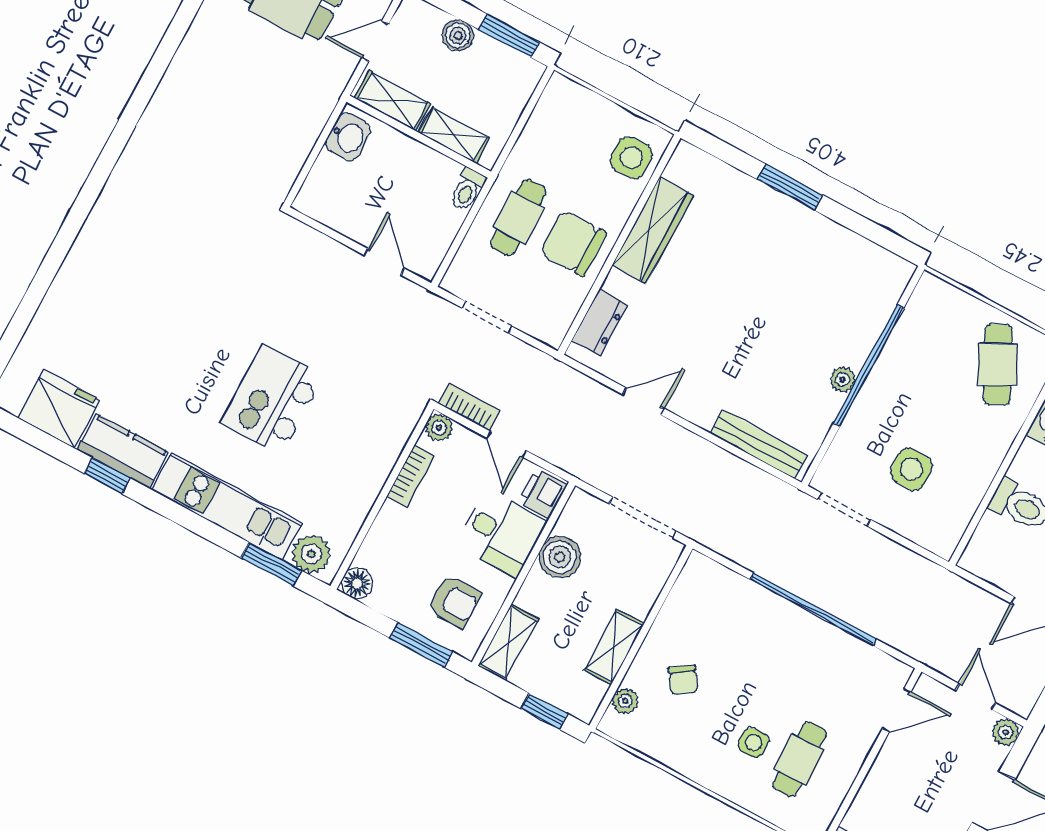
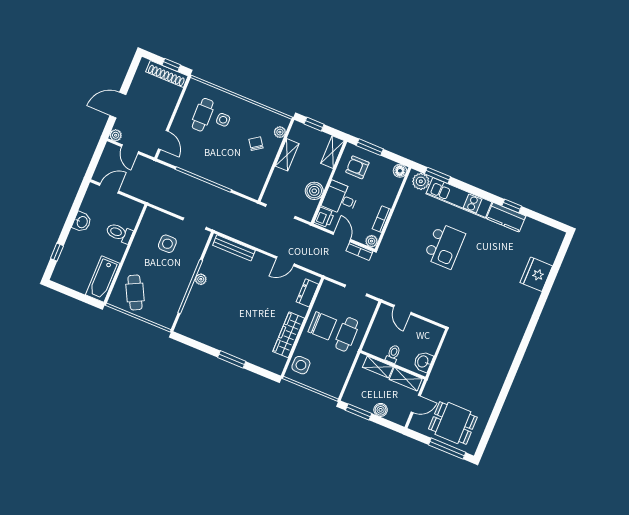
toilet: (468, 190) -> (393, 354), moved
fridge: (59, 409) -> (536, 274), moved, turned 90
door: (897, 710) -> (163, 140), swing flipped

